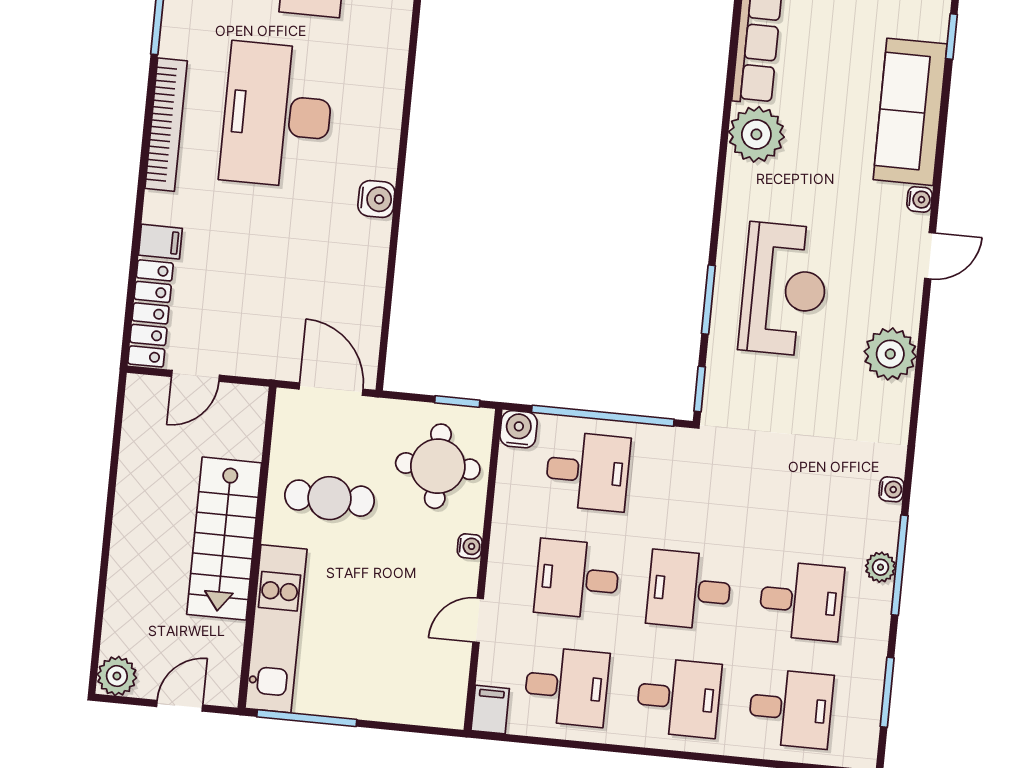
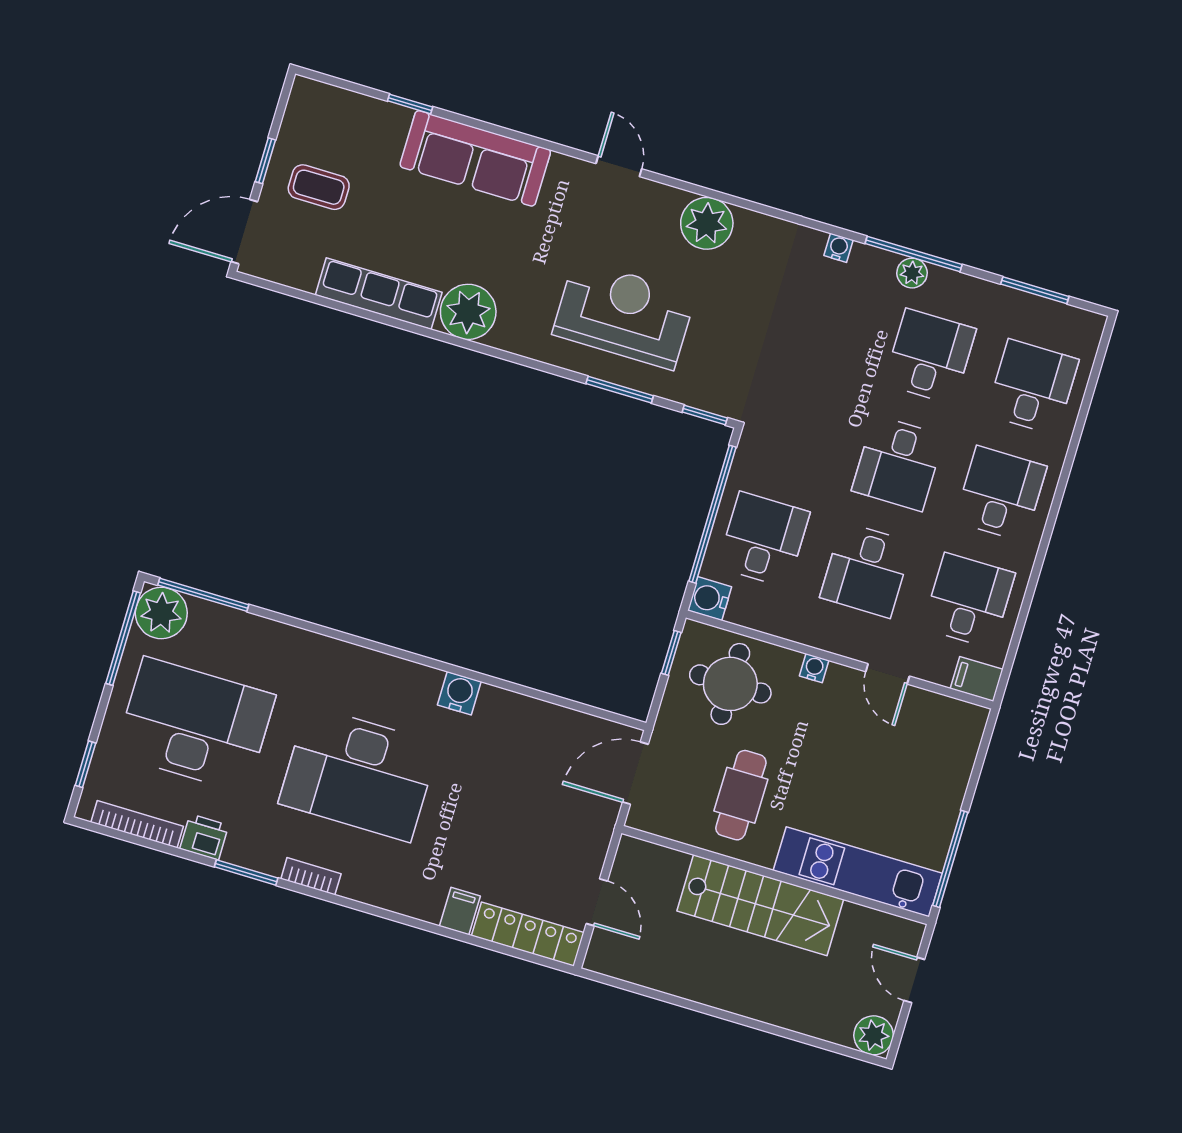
bookcase: (166, 125) -> (311, 876), width x0.43, depth x0.76
water cooler: (920, 199) -> (562, 166), removed

